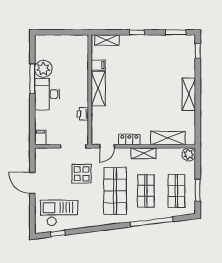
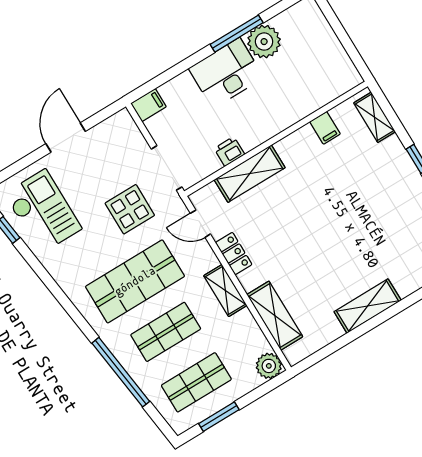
shelving: (98, 89) -> (250, 174), moved

